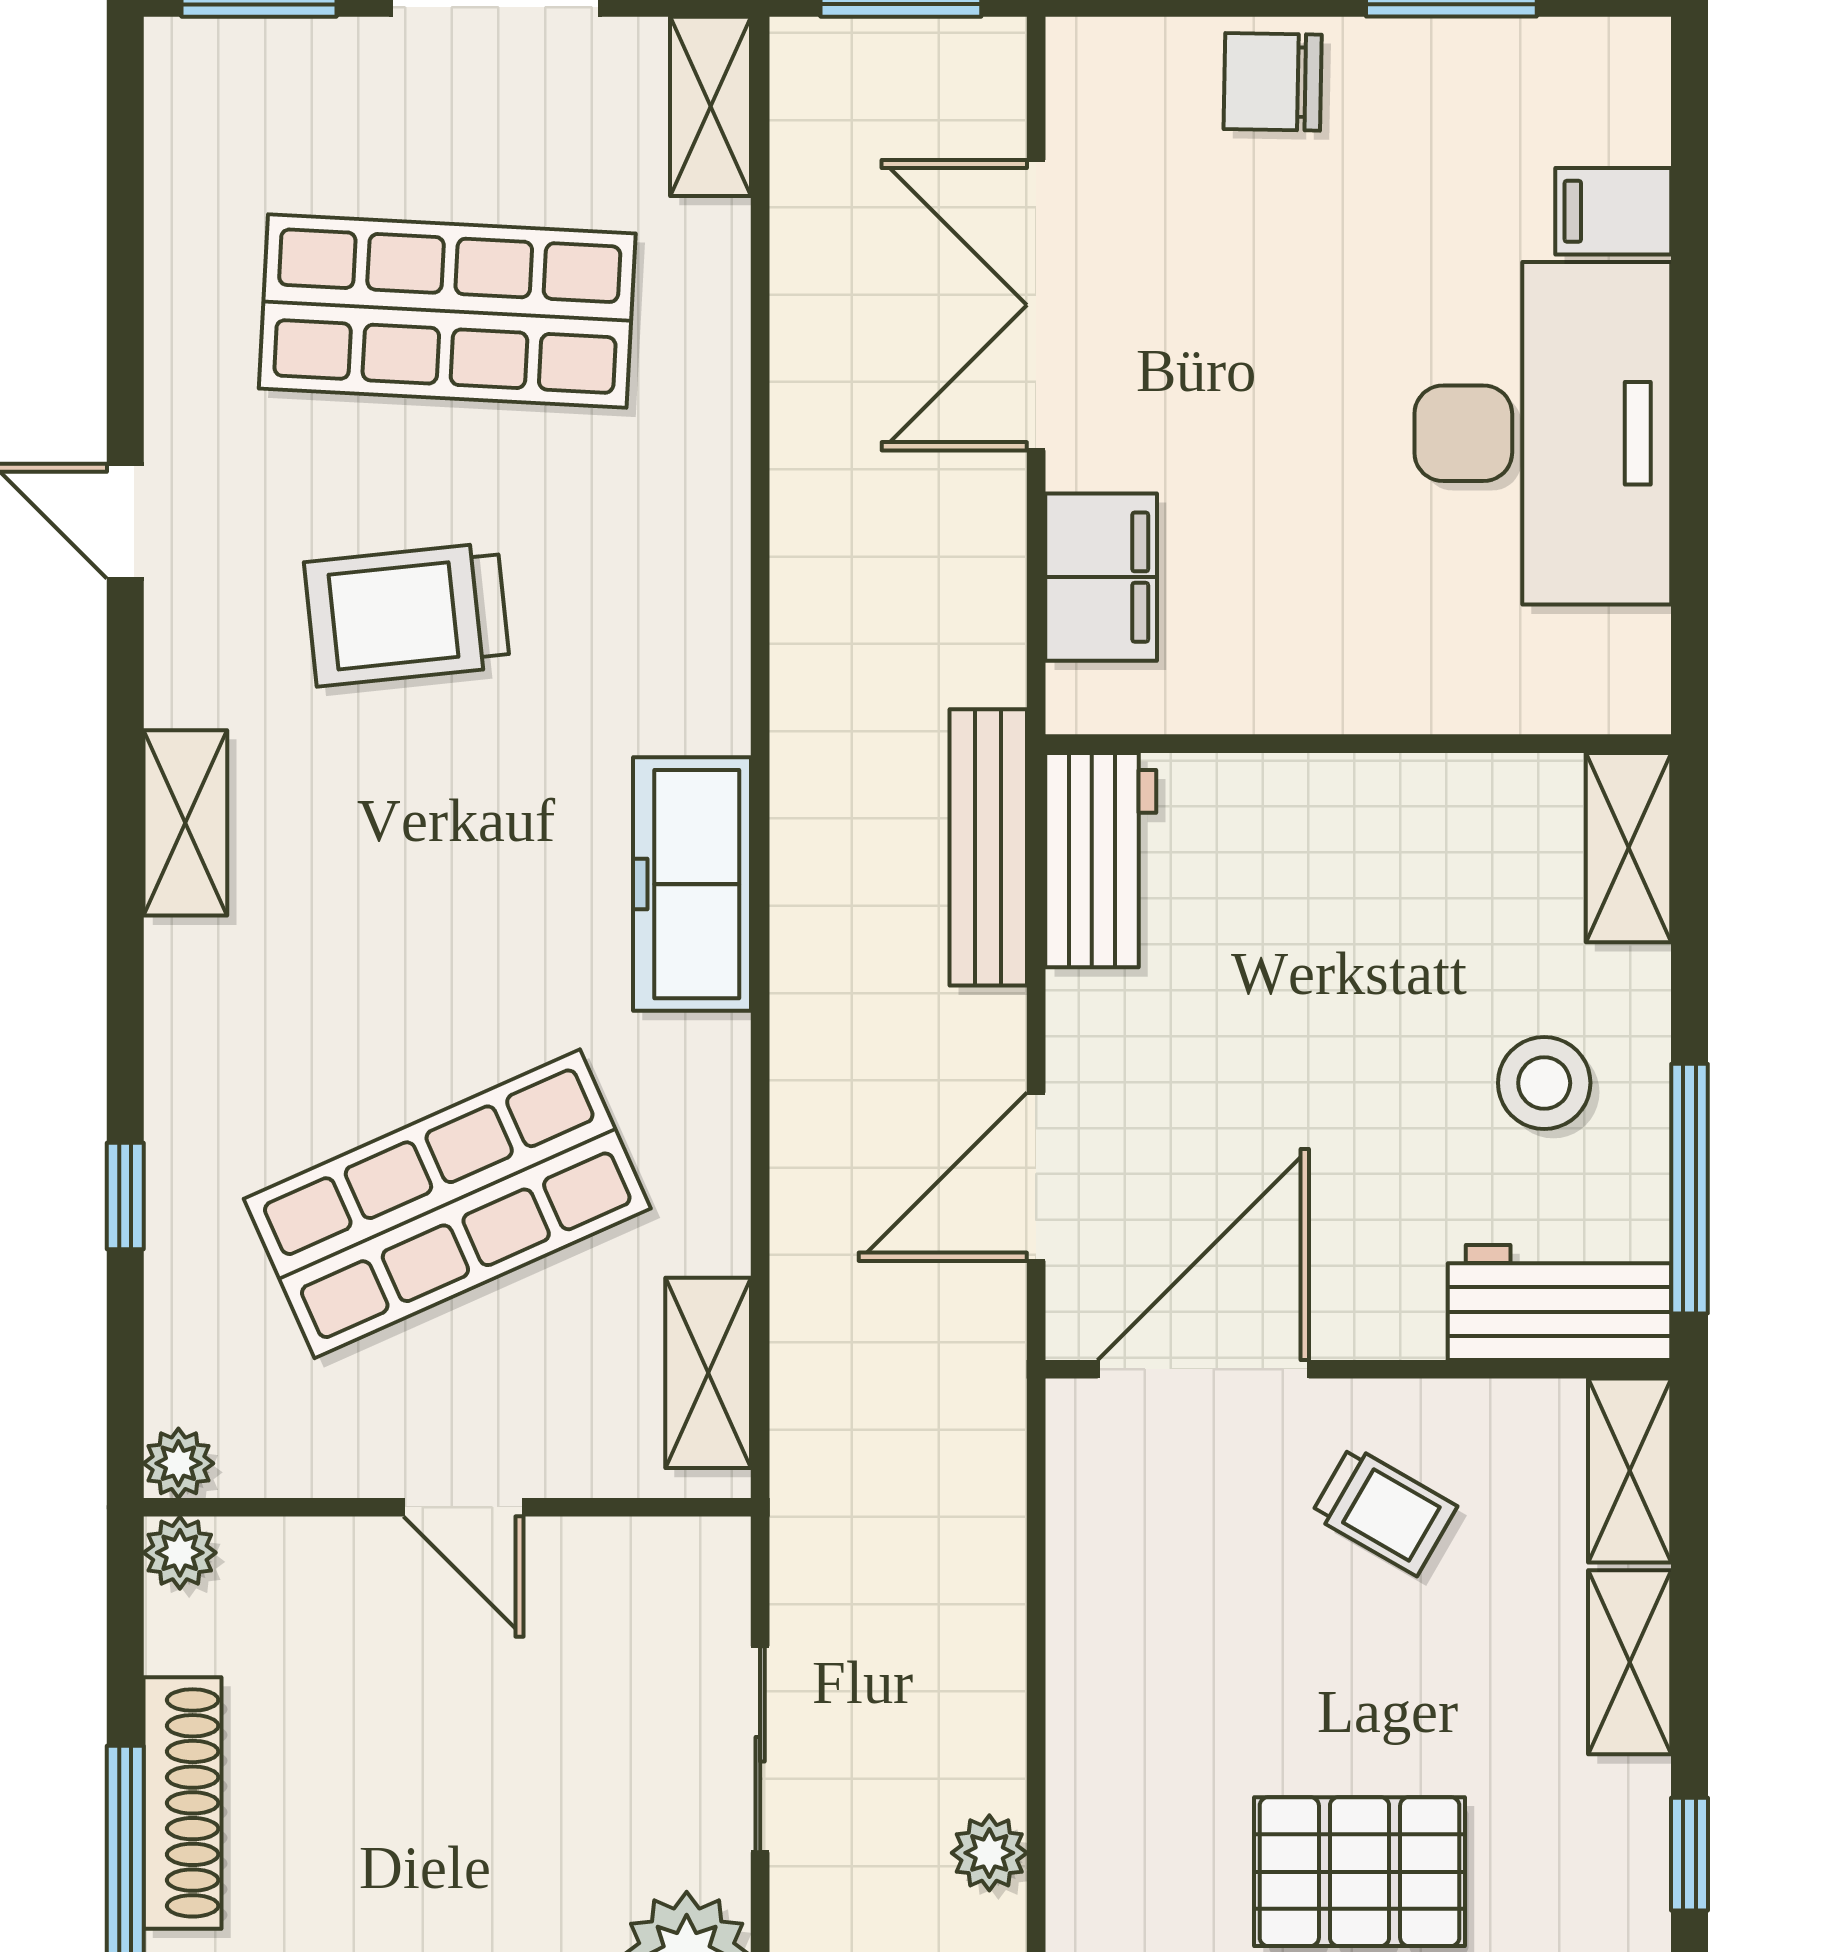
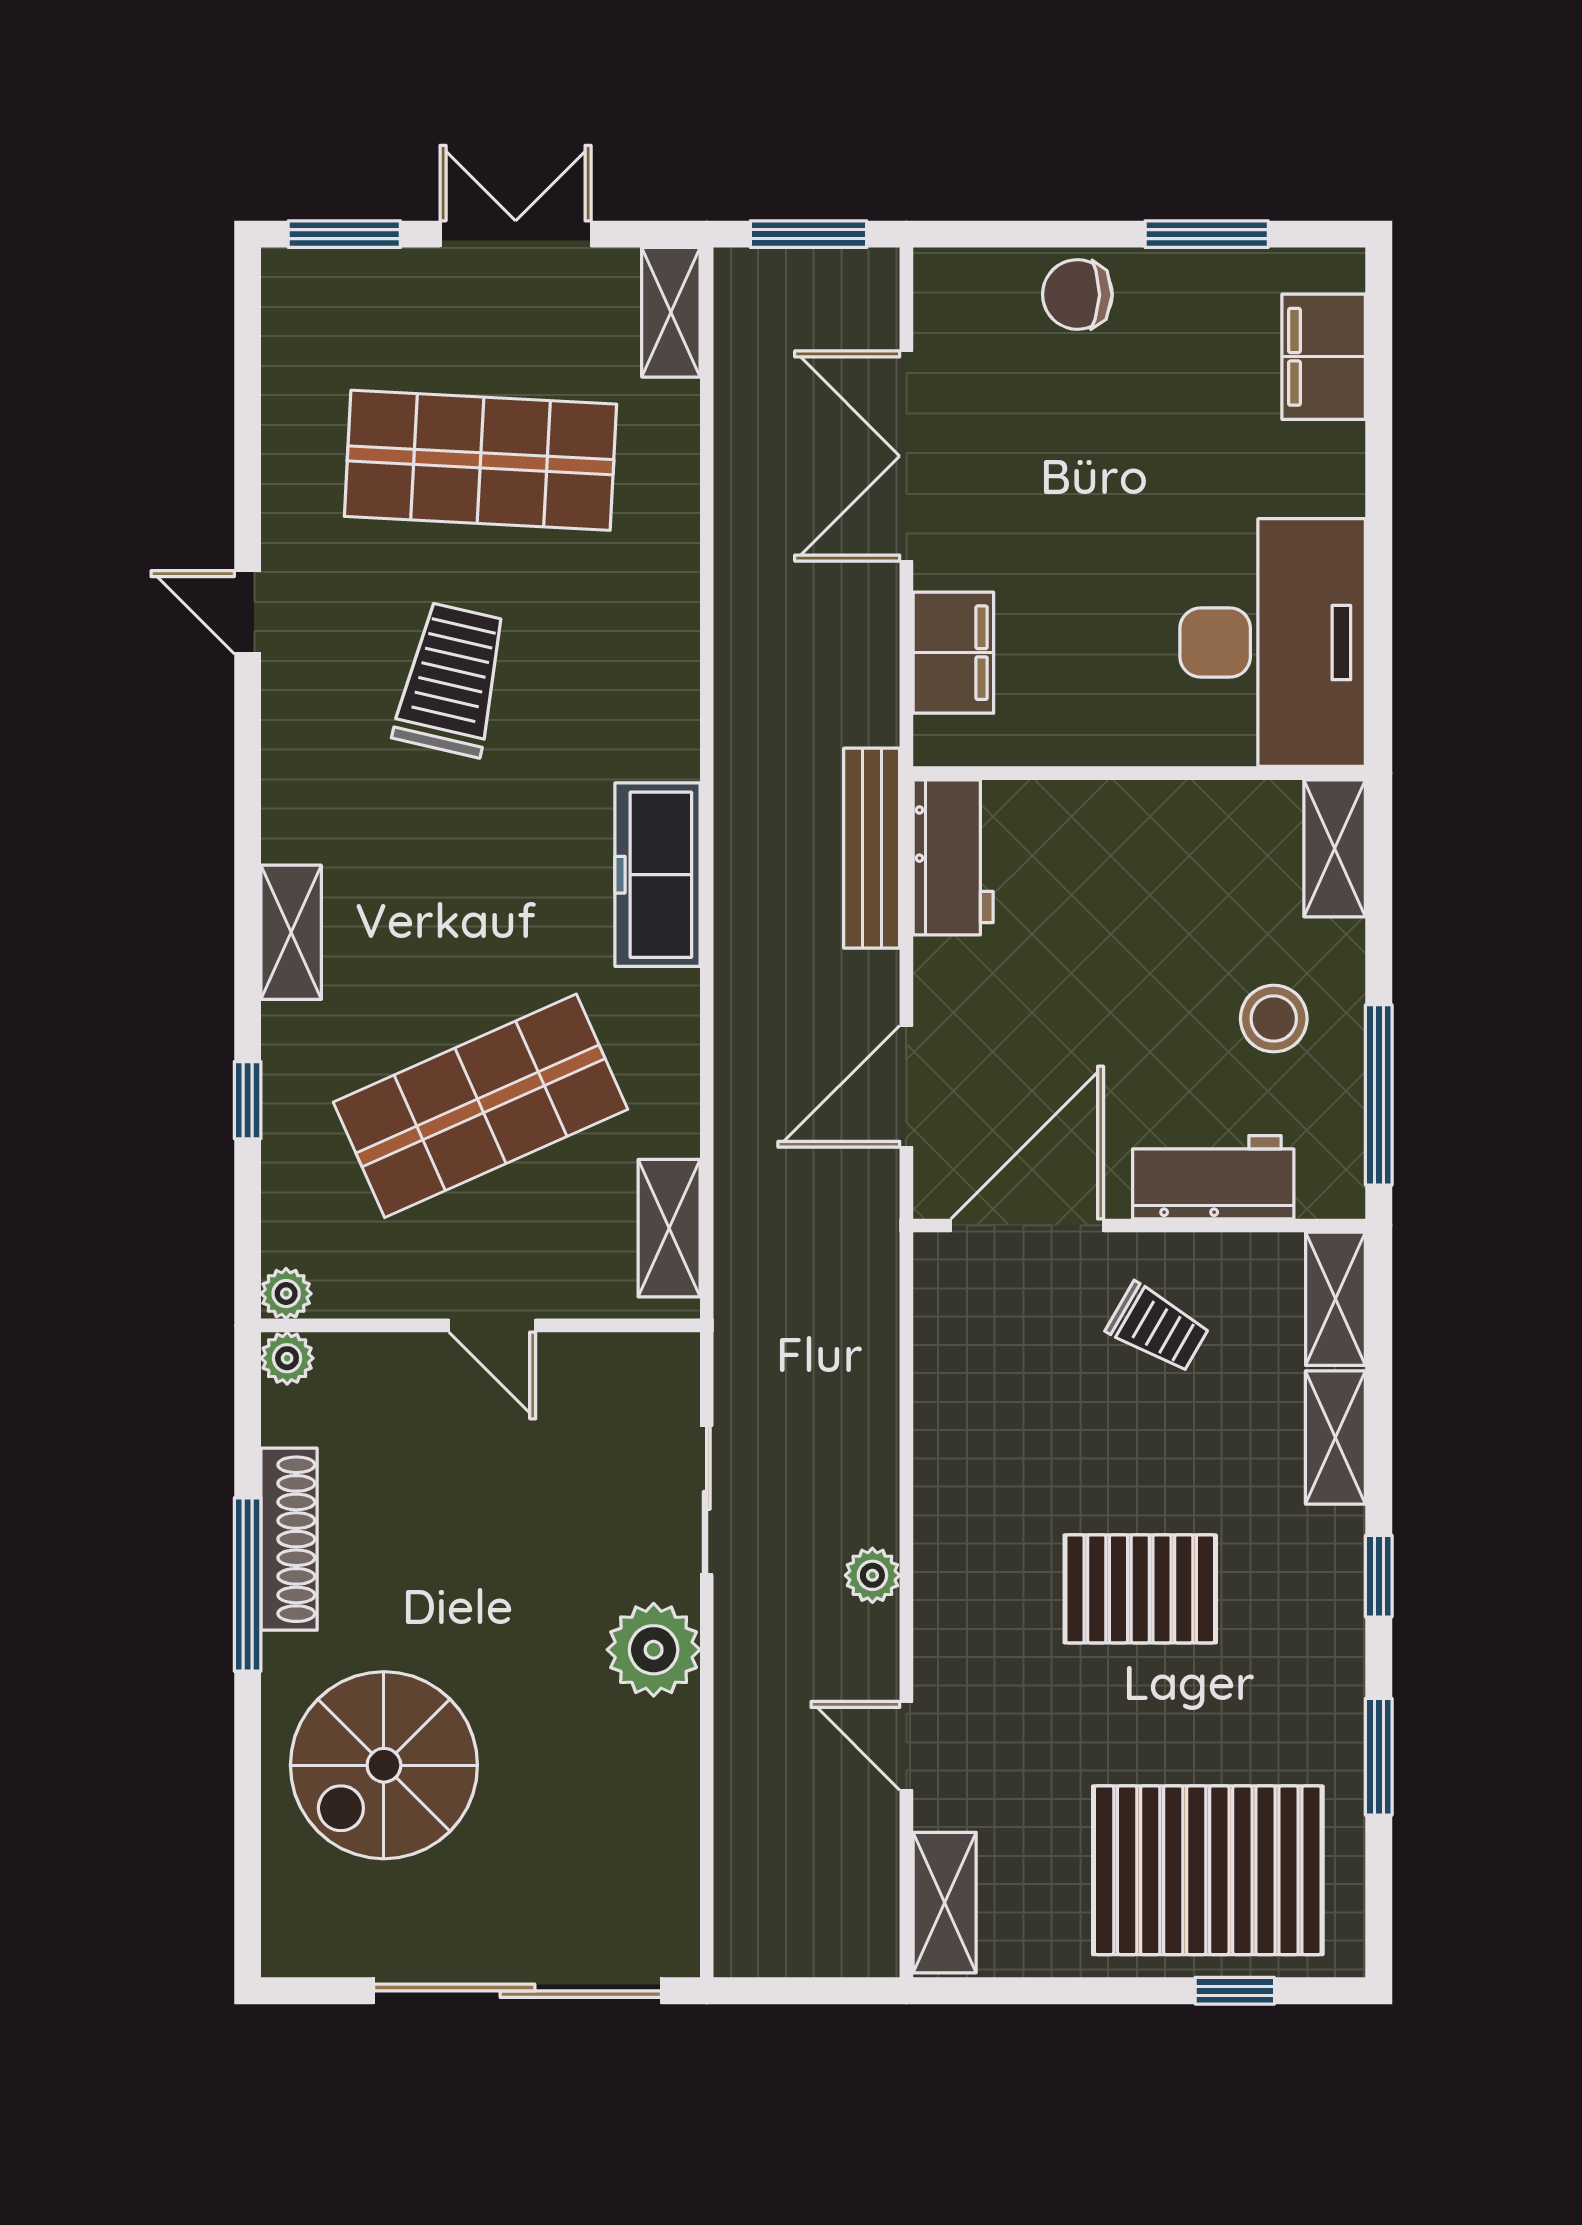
filing cabinet: (1613, 211) -> (1324, 357), width x2.00
desk: (1543, 433) -> (1273, 643), moved
trolley: (407, 614) -> (451, 680), turned 109
shelving: (185, 823) -> (291, 932), moved
workbench: (1559, 1302) -> (1213, 1177), moved

